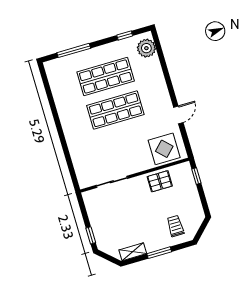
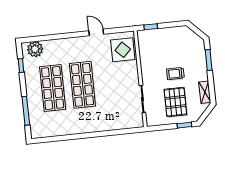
pallet: (160, 181) -> (175, 102), moved, width x1.50, depth x1.42
trolley: (175, 226) -> (175, 74), moved
window: (159, 253) -> (209, 60), moved

